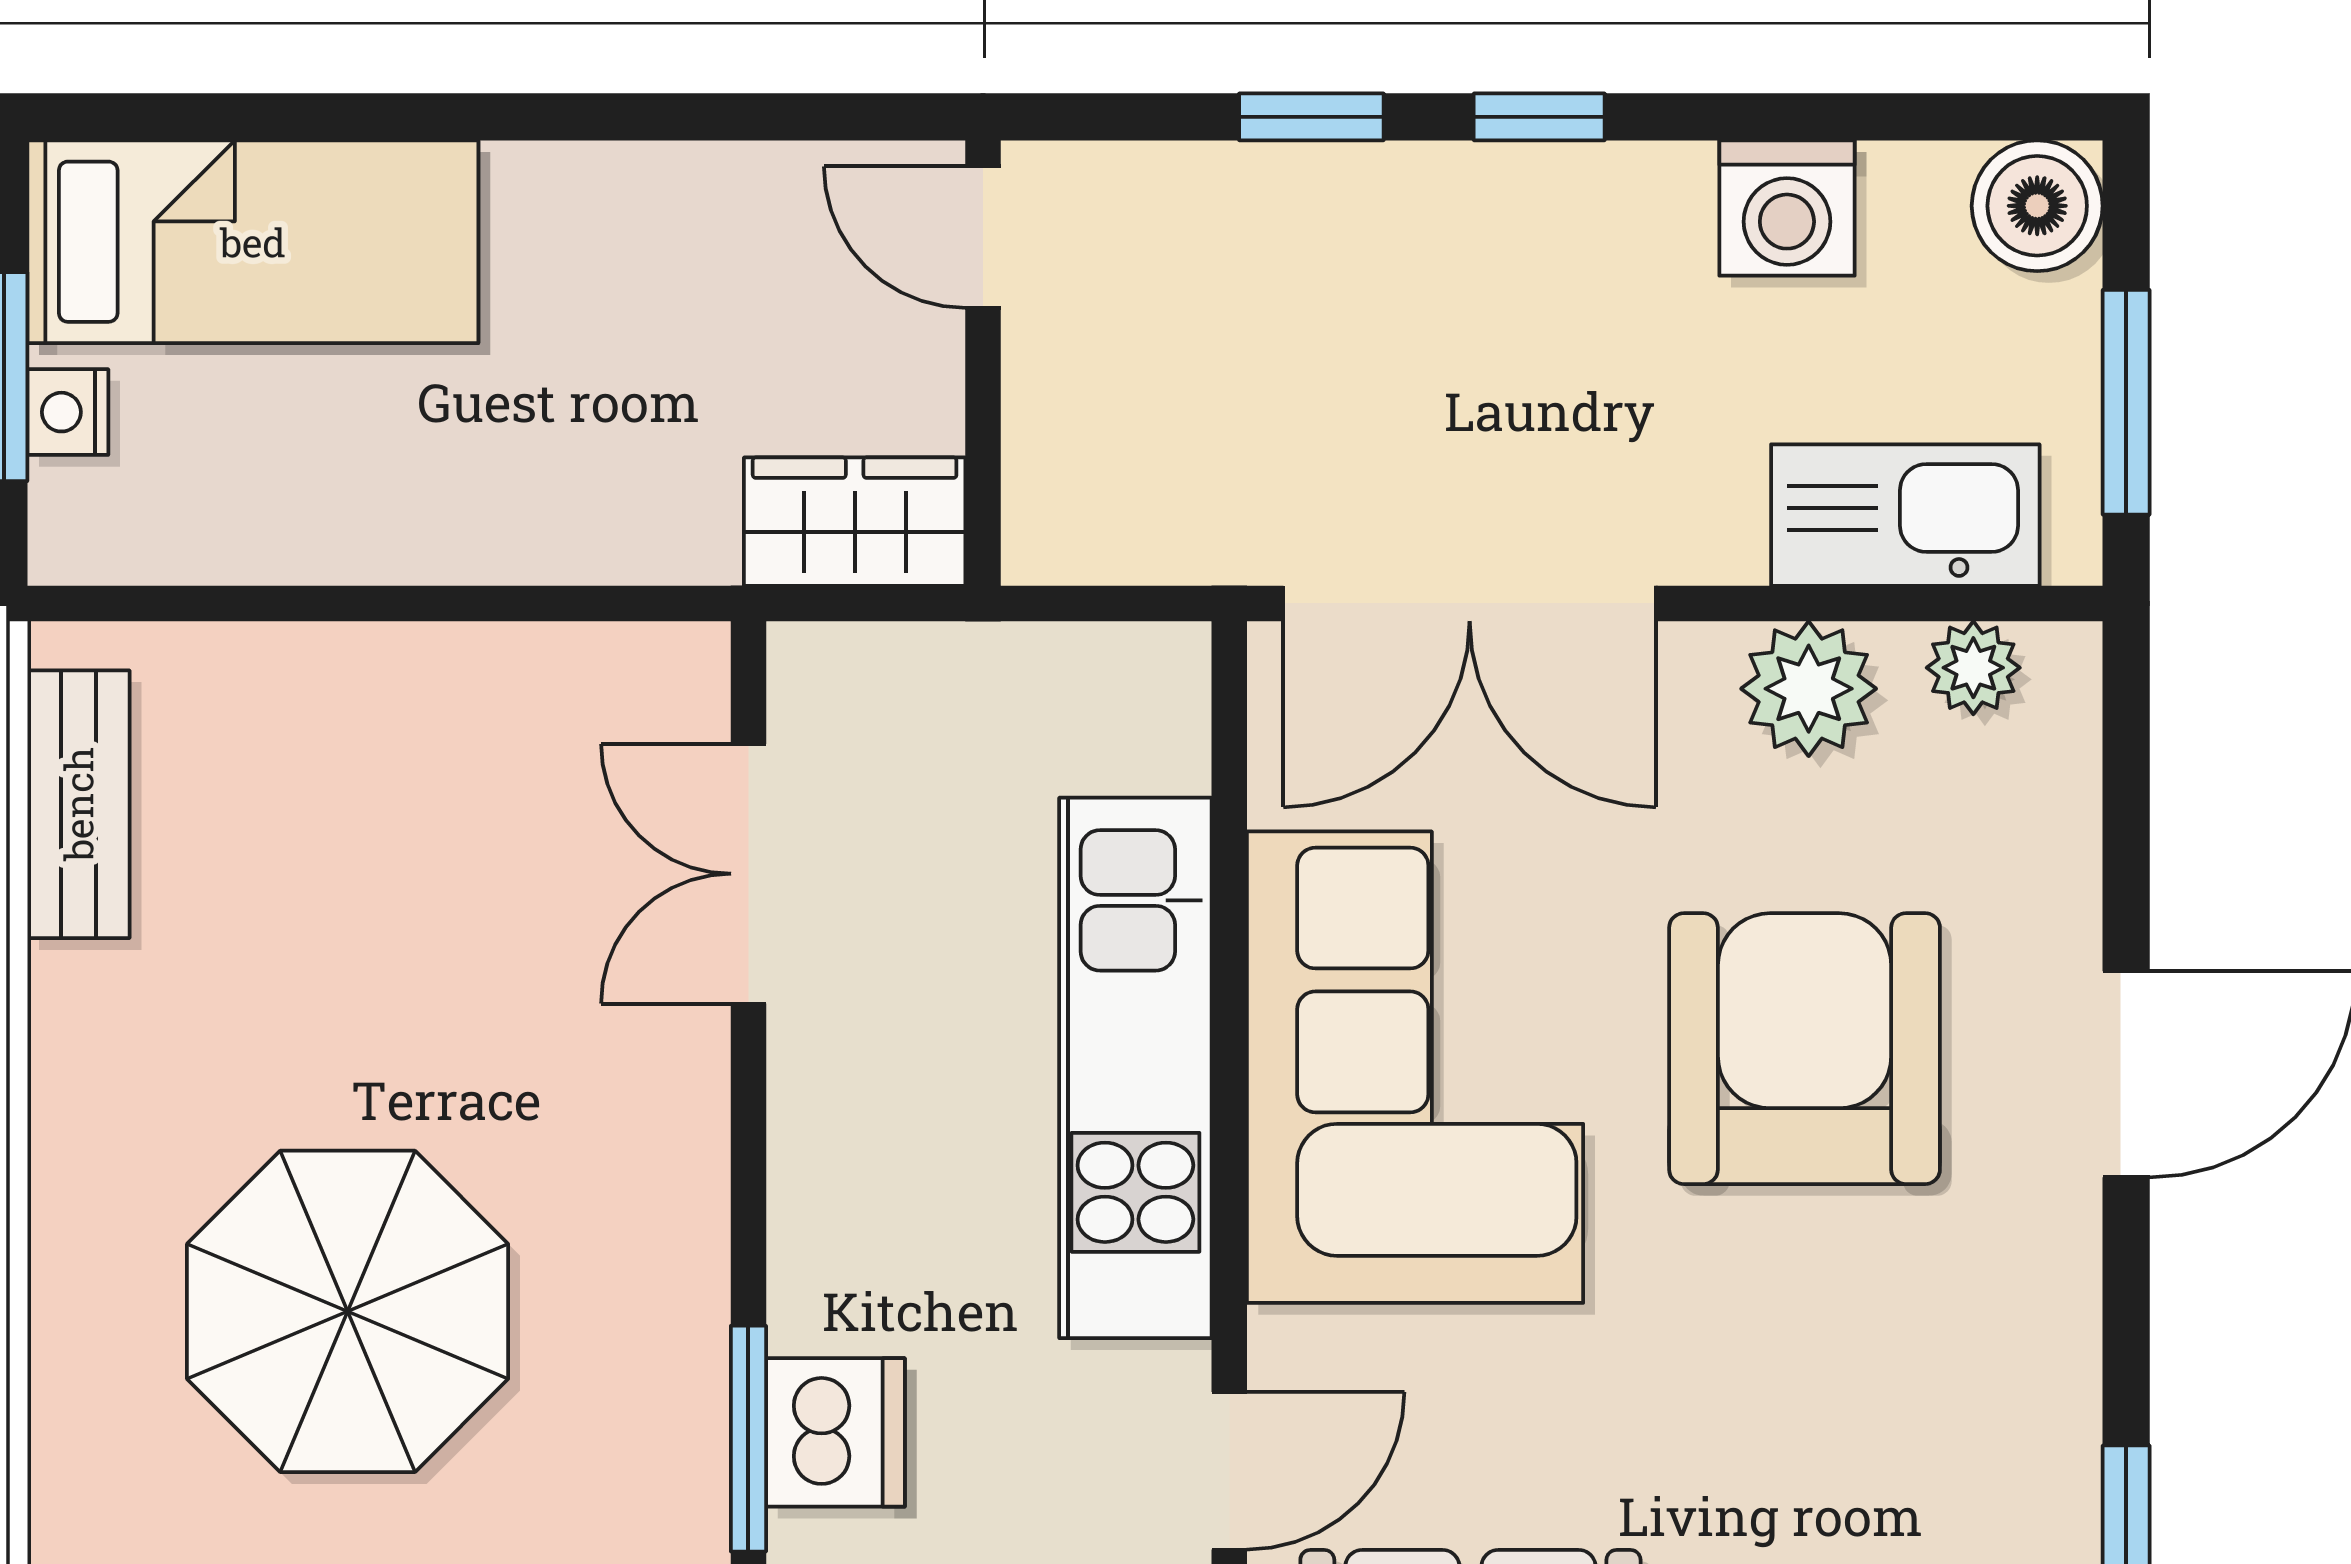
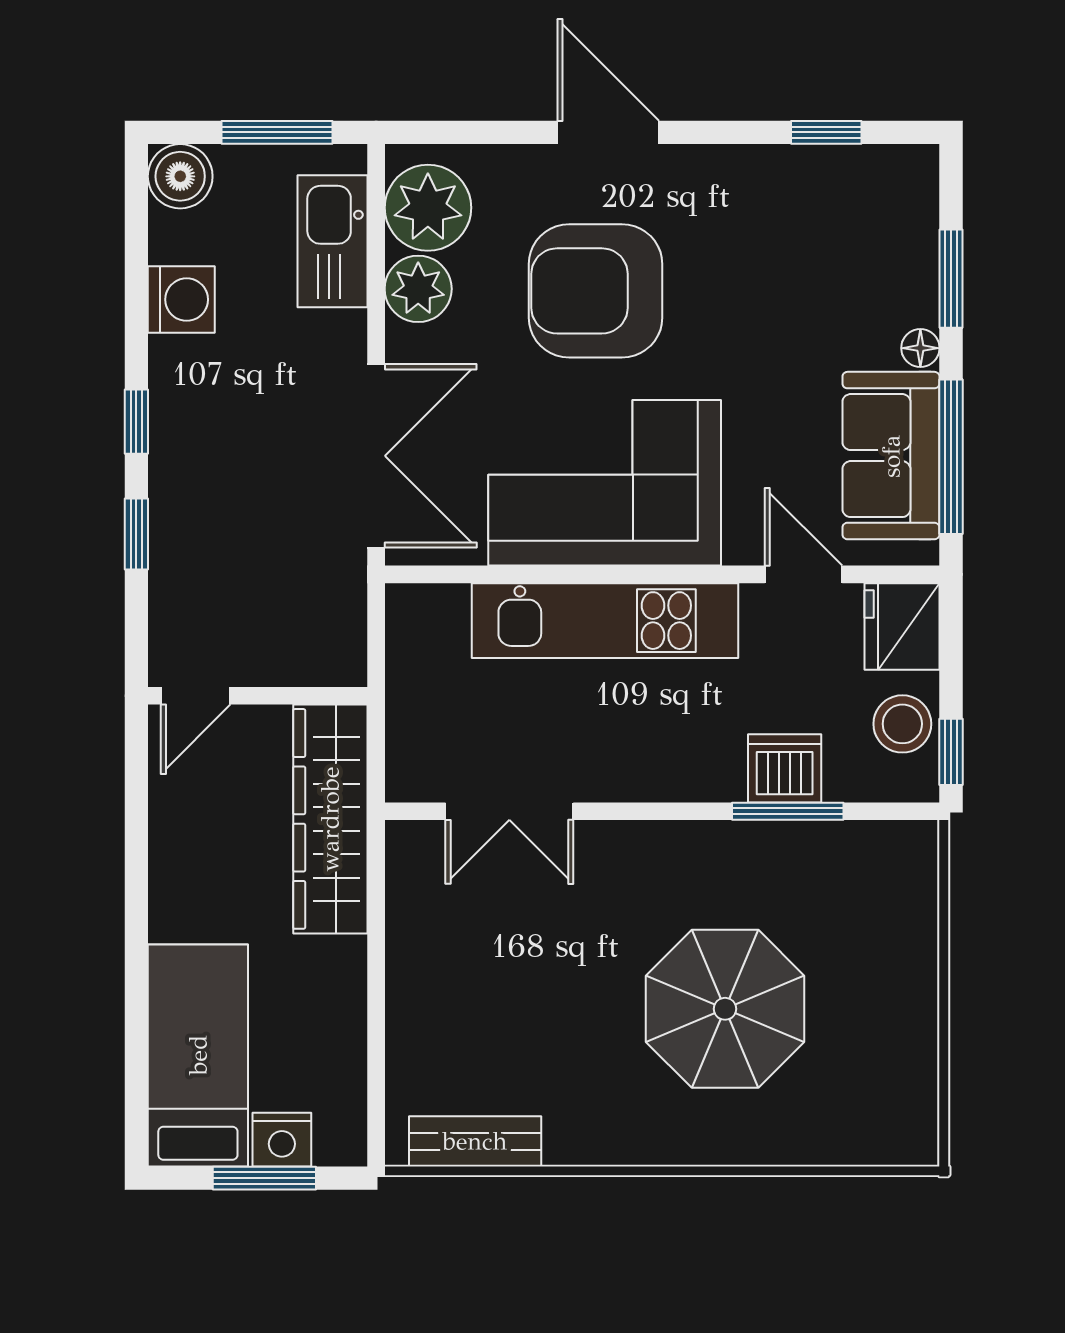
nightstand: (68, 412) -> (282, 1140), width x1.39, depth x1.35
wardrobe: (855, 522) -> (330, 819), width x2.10, depth x1.17
plant: (1973, 668) -> (428, 208), width x1.88, depth x1.88

